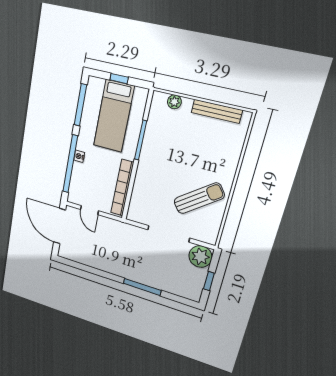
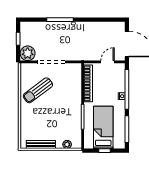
door: (89, 210) -> (107, 62), hinge flipped

